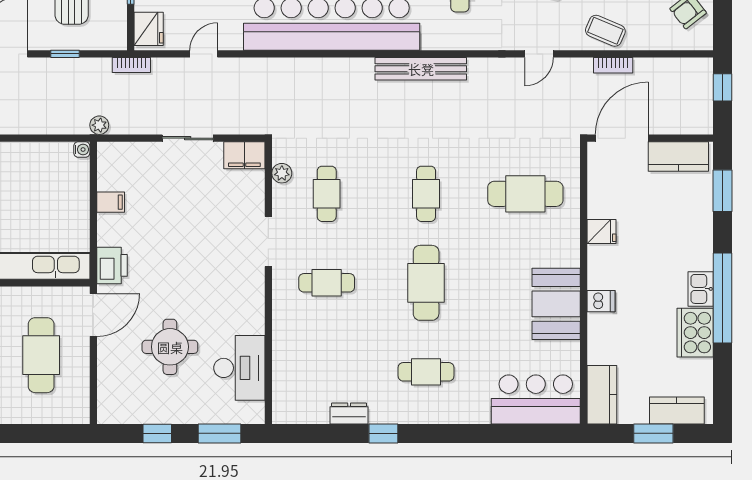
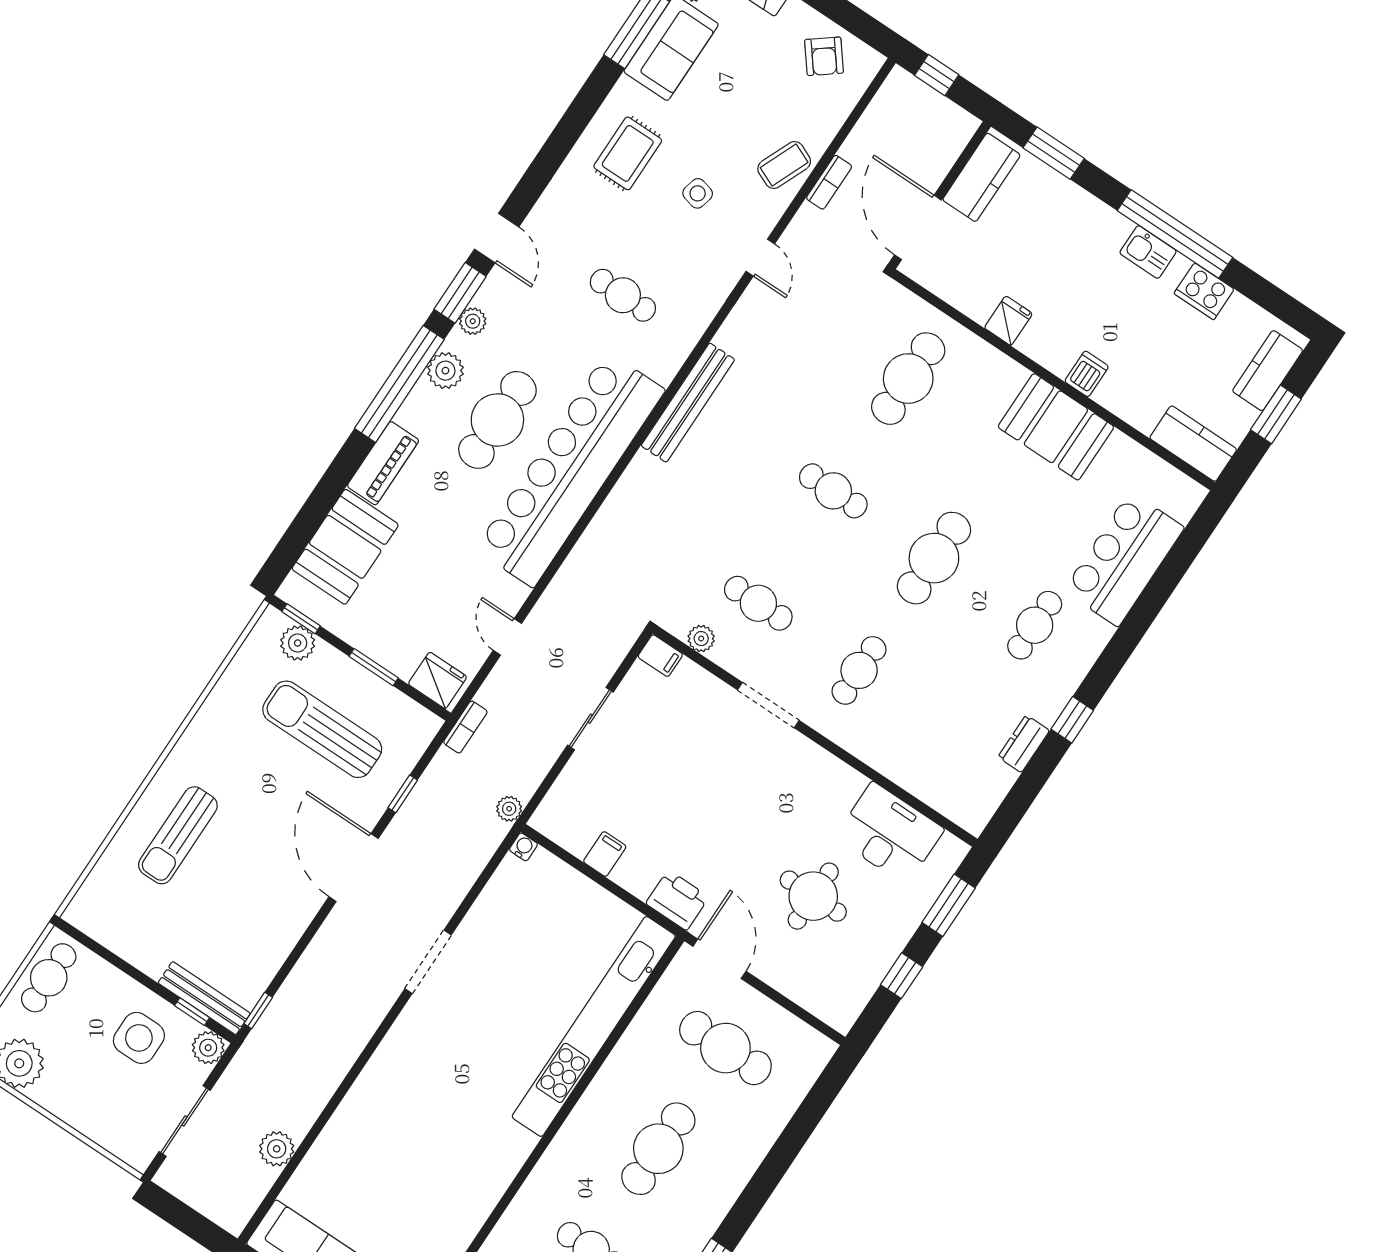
filing cabinet: (244, 155) -> (660, 656), width x0.50
cafe table: (426, 283) -> (934, 558), turned 90
cooker: (695, 333) -> (1204, 291), width x0.73, depth x0.76
bar counter: (536, 399) -> (1124, 559), moved

